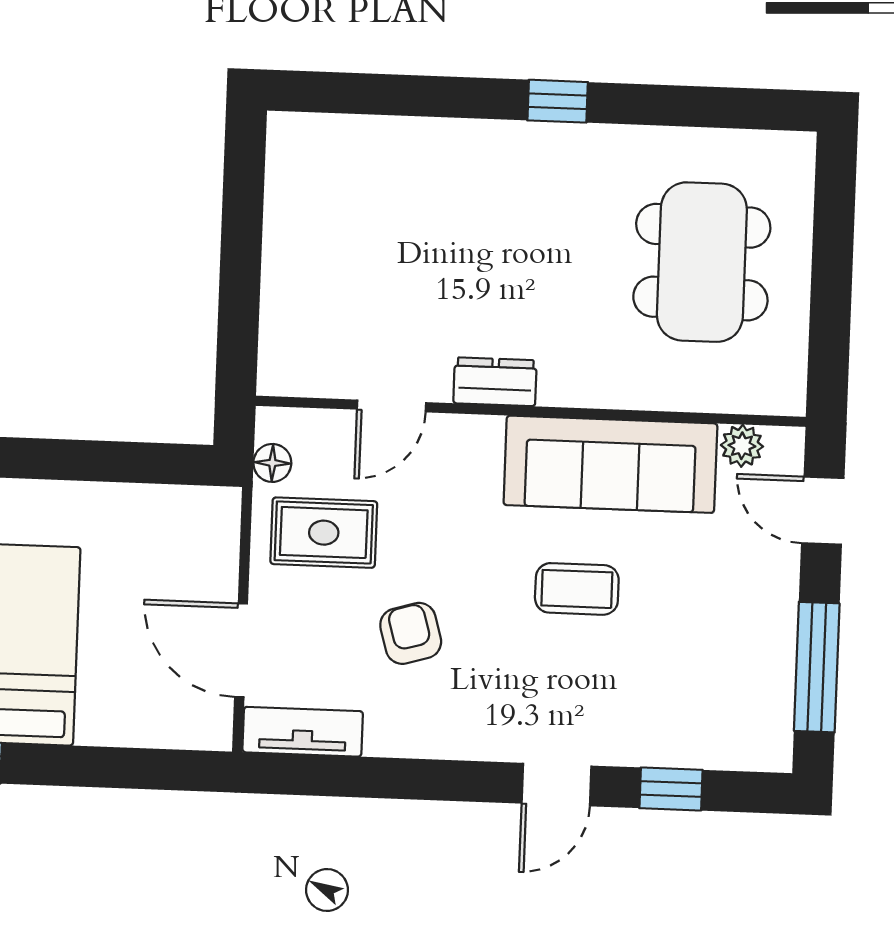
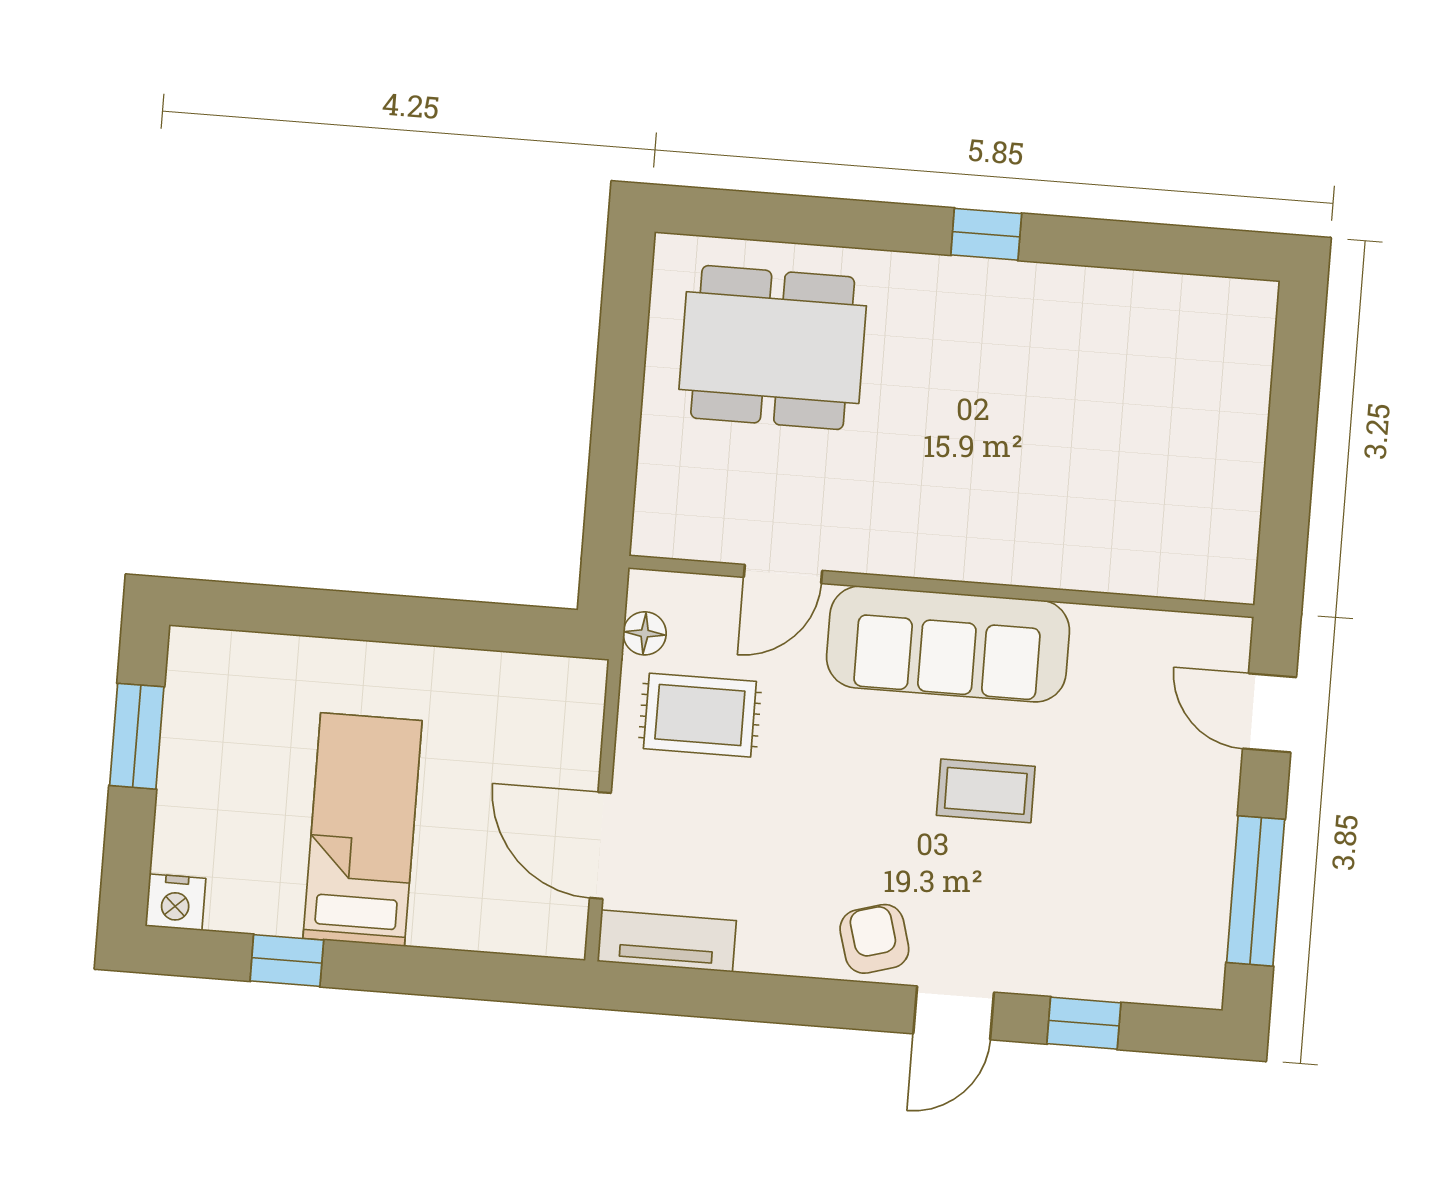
dining table: (702, 262) -> (773, 348), moved, turned 90
dresser: (495, 382) -> (902, 551), removed
plant: (742, 446) -> (1180, 635), removed
sofa: (610, 464) -> (948, 644), moved
armchair: (411, 633) -> (874, 939), moved

